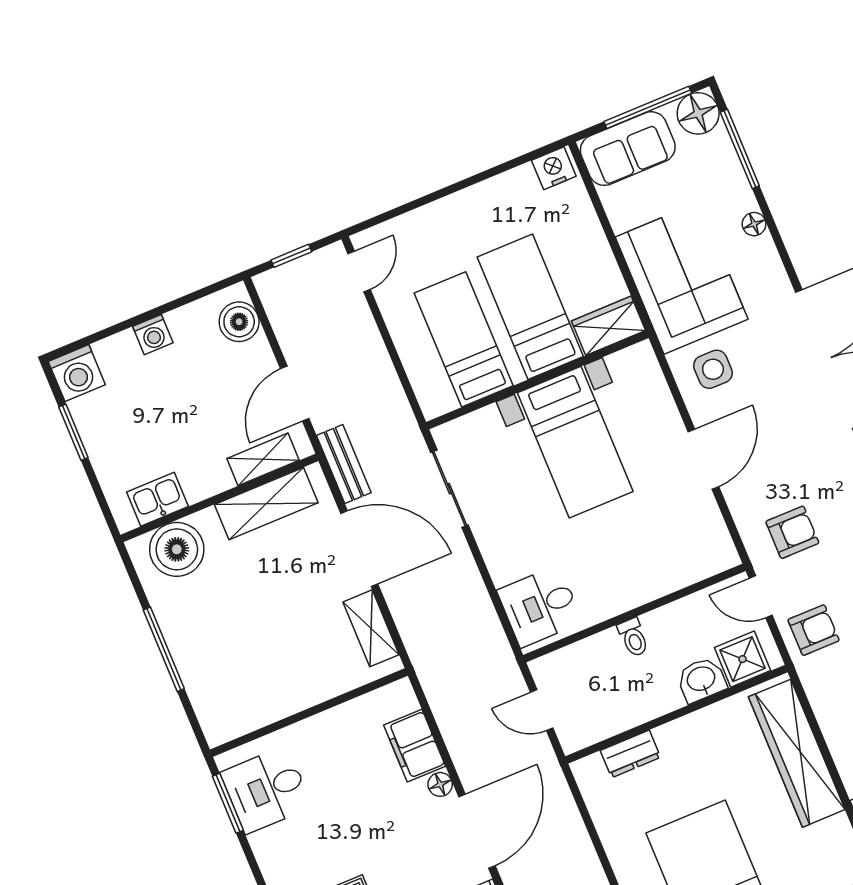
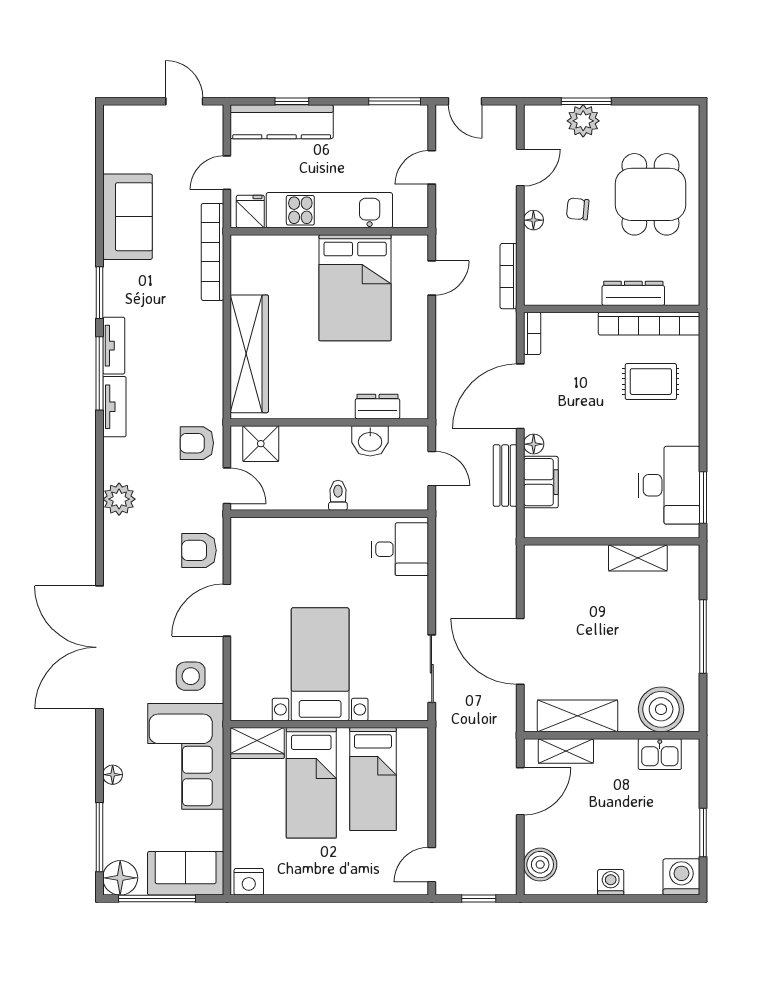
bench: (344, 464) -> (505, 476), moved
armchair: (792, 532) -> (199, 550), moved
shelving: (371, 628) -> (638, 558), moved, turned 90
washbasin: (701, 680) -> (370, 441), moved
desk: (266, 790) -> (669, 485), width x1.37

